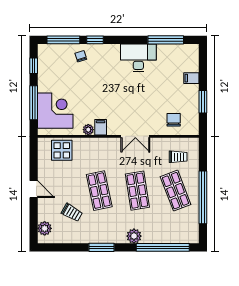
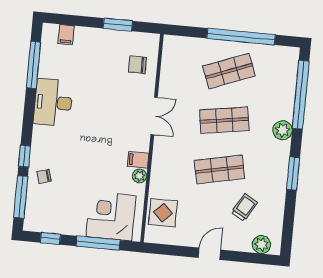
filing cabinet: (191, 78) -> (66, 35), moved
trolley: (178, 157) -> (186, 64), removed

